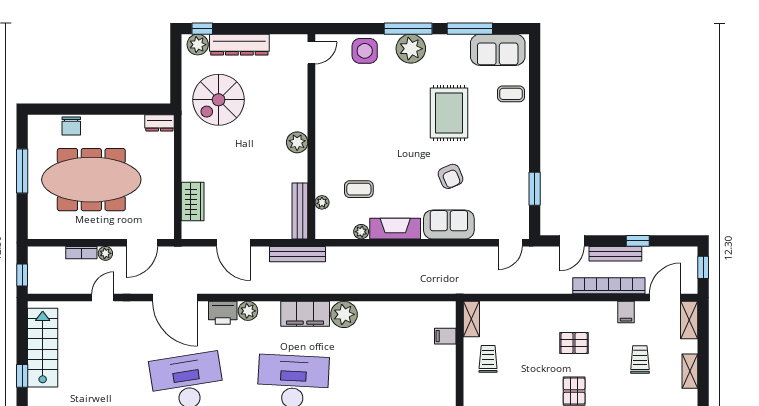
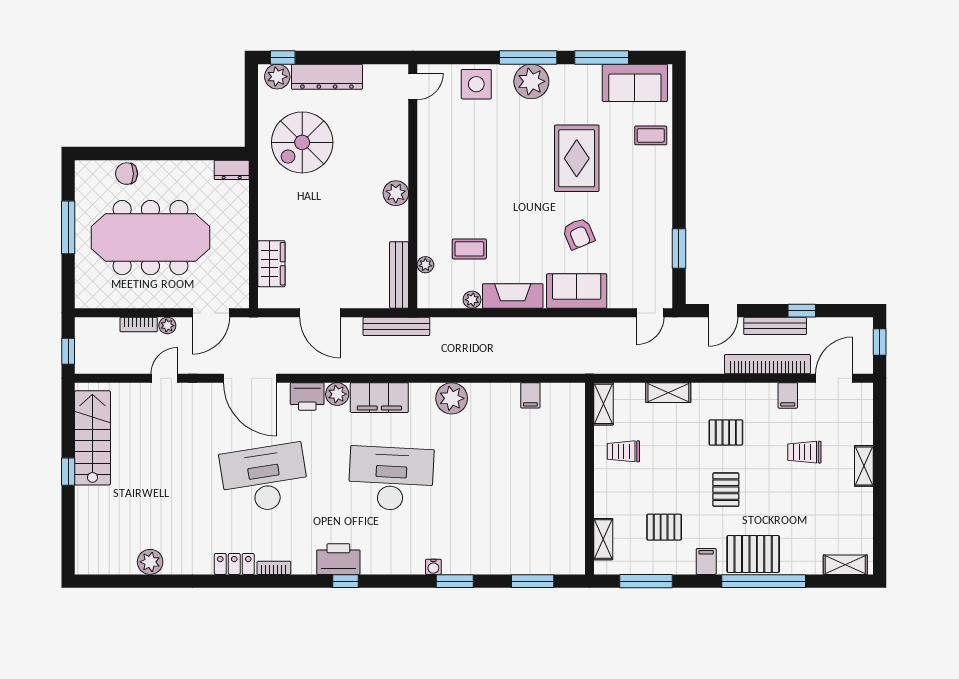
chair: (71, 126) -> (127, 174), turned 90
filing cabinet: (305, 314) -> (379, 398), moved
shelving: (689, 320) -> (668, 393), moved, turned 90
filing cabinet: (445, 336) -> (530, 395), moved, turned -90
trolley: (488, 359) -> (623, 451), turned -90
trolley: (640, 360) -> (804, 452), turned -90

